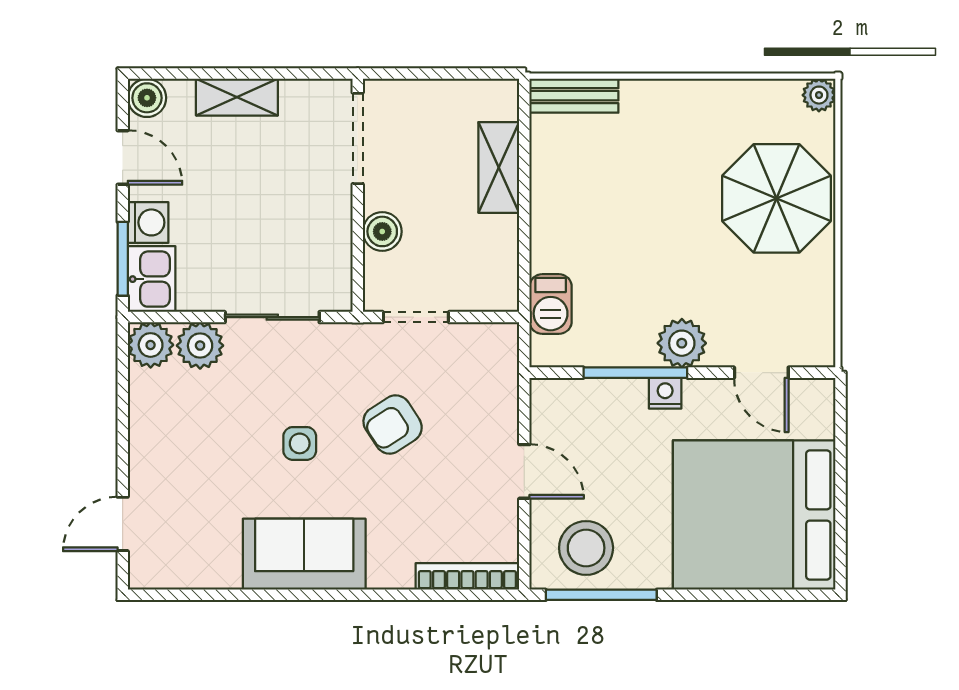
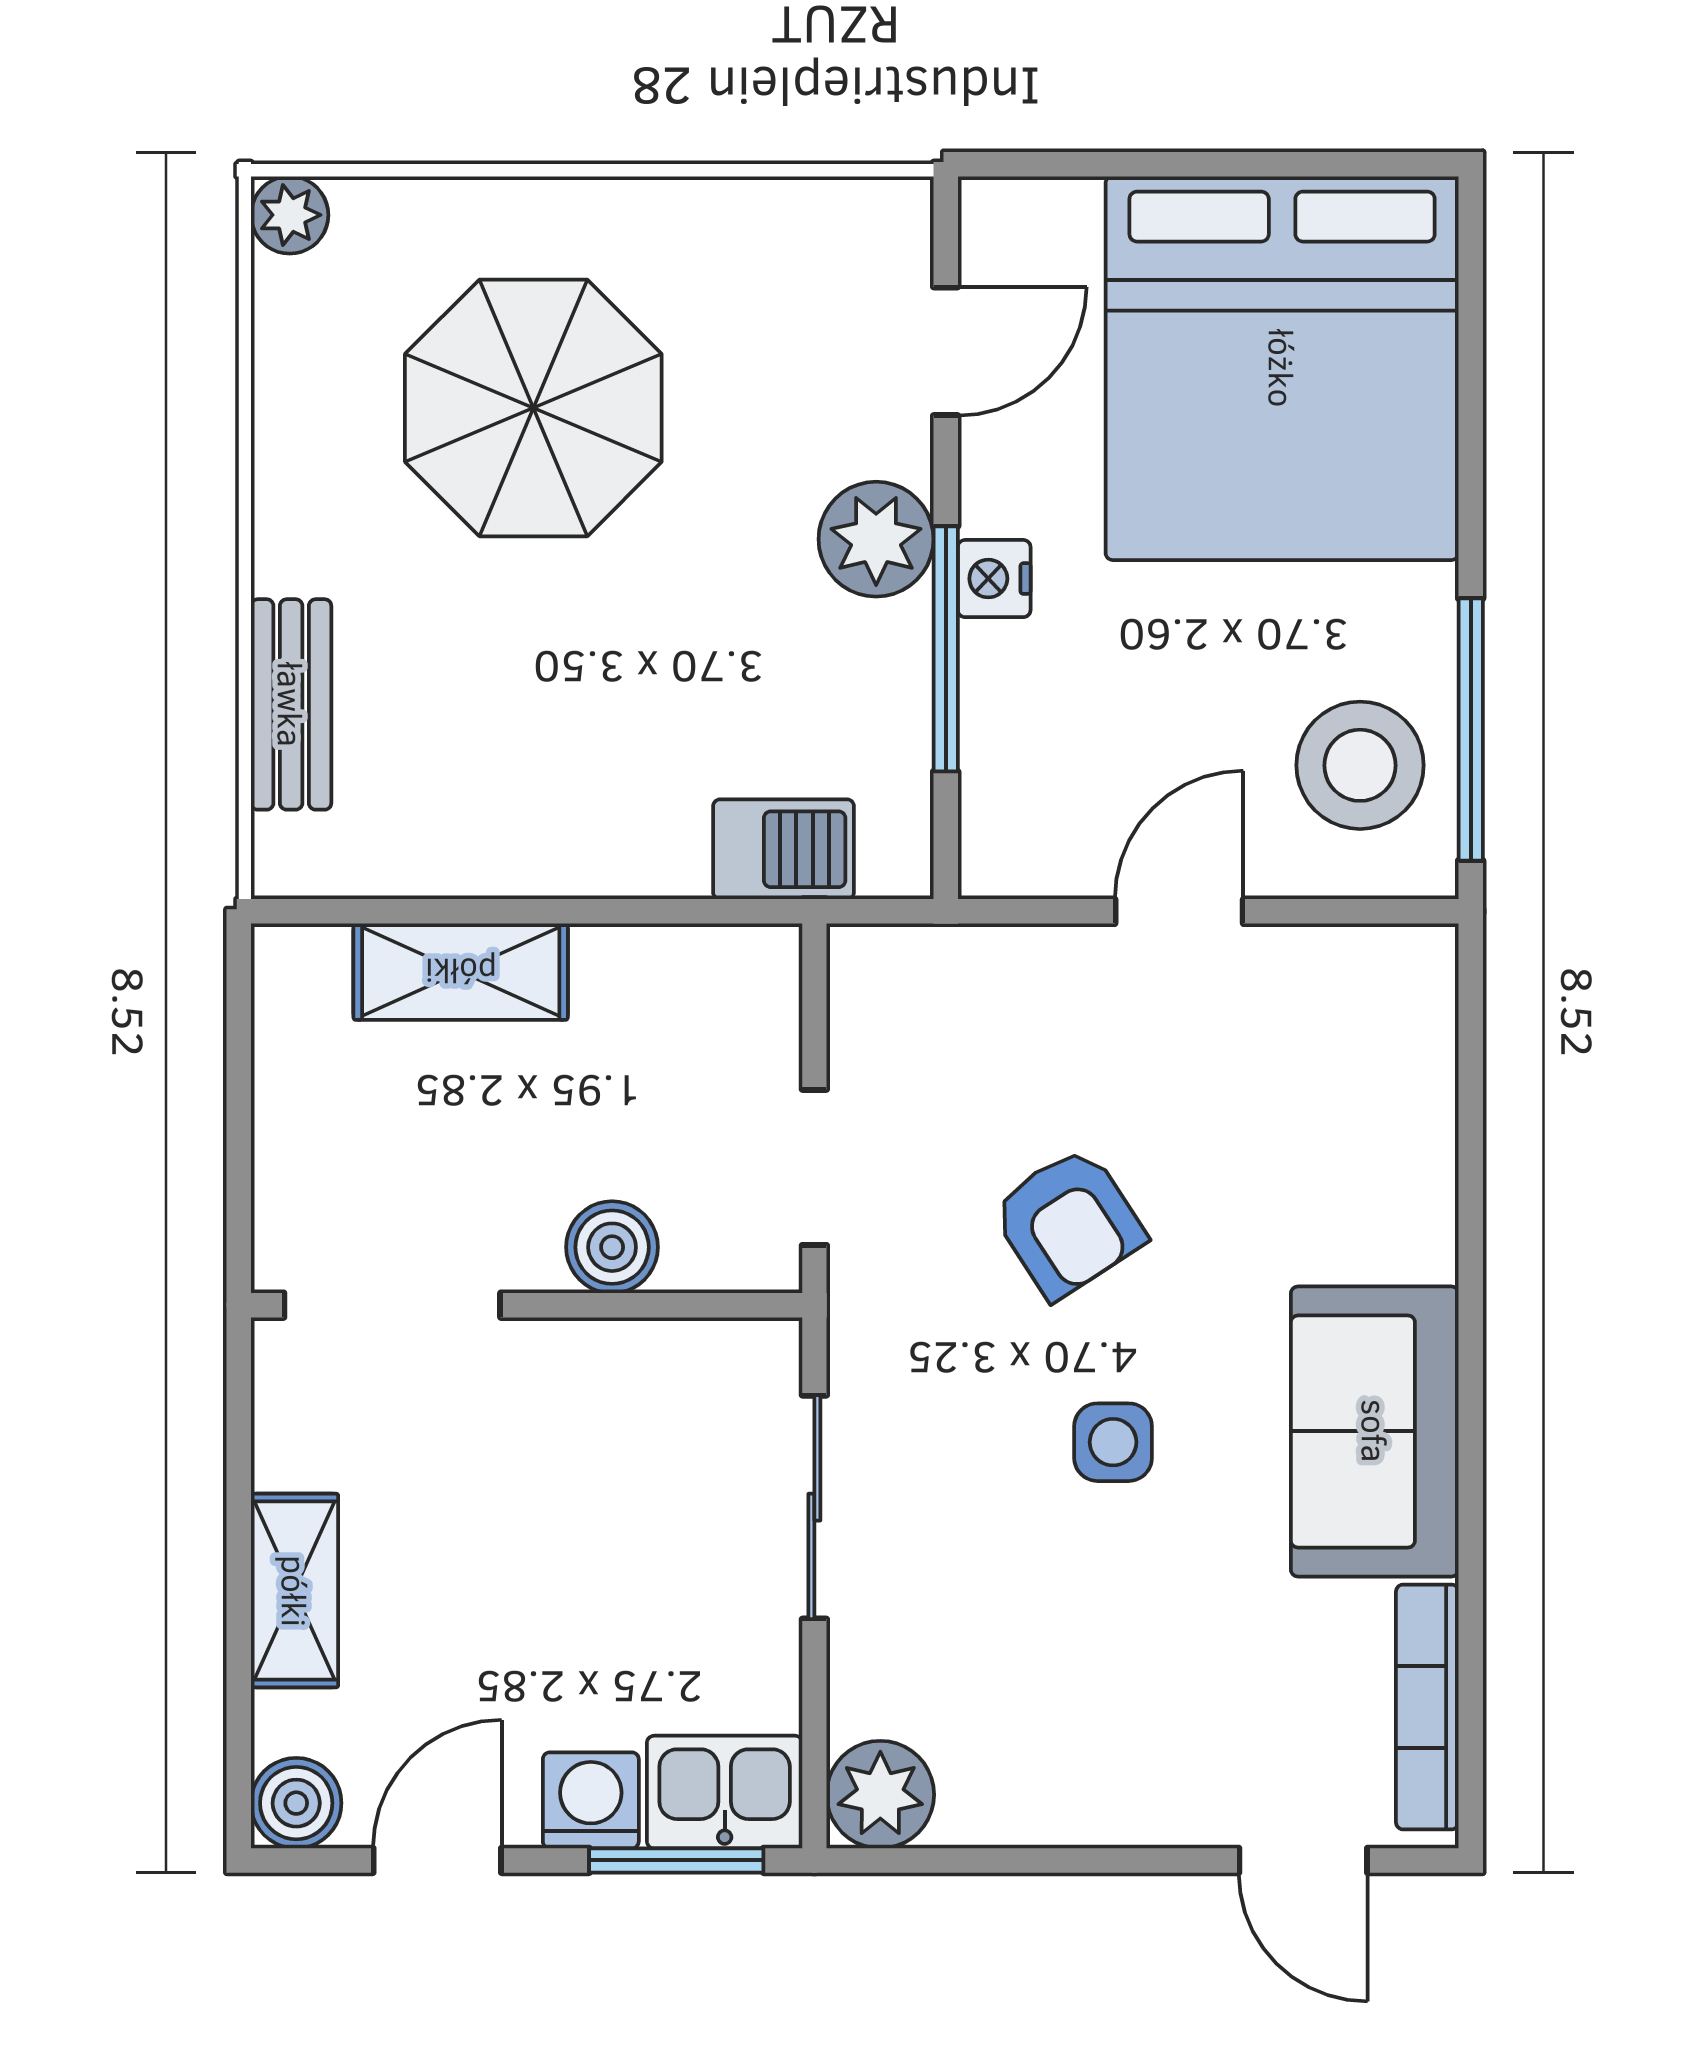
bench: (574, 96) -> (291, 704), moved
parasol: (777, 198) -> (533, 408), moved
plant: (200, 346) -> (882, 1678), removed
bookcase: (467, 576) -> (1427, 1707), moved

